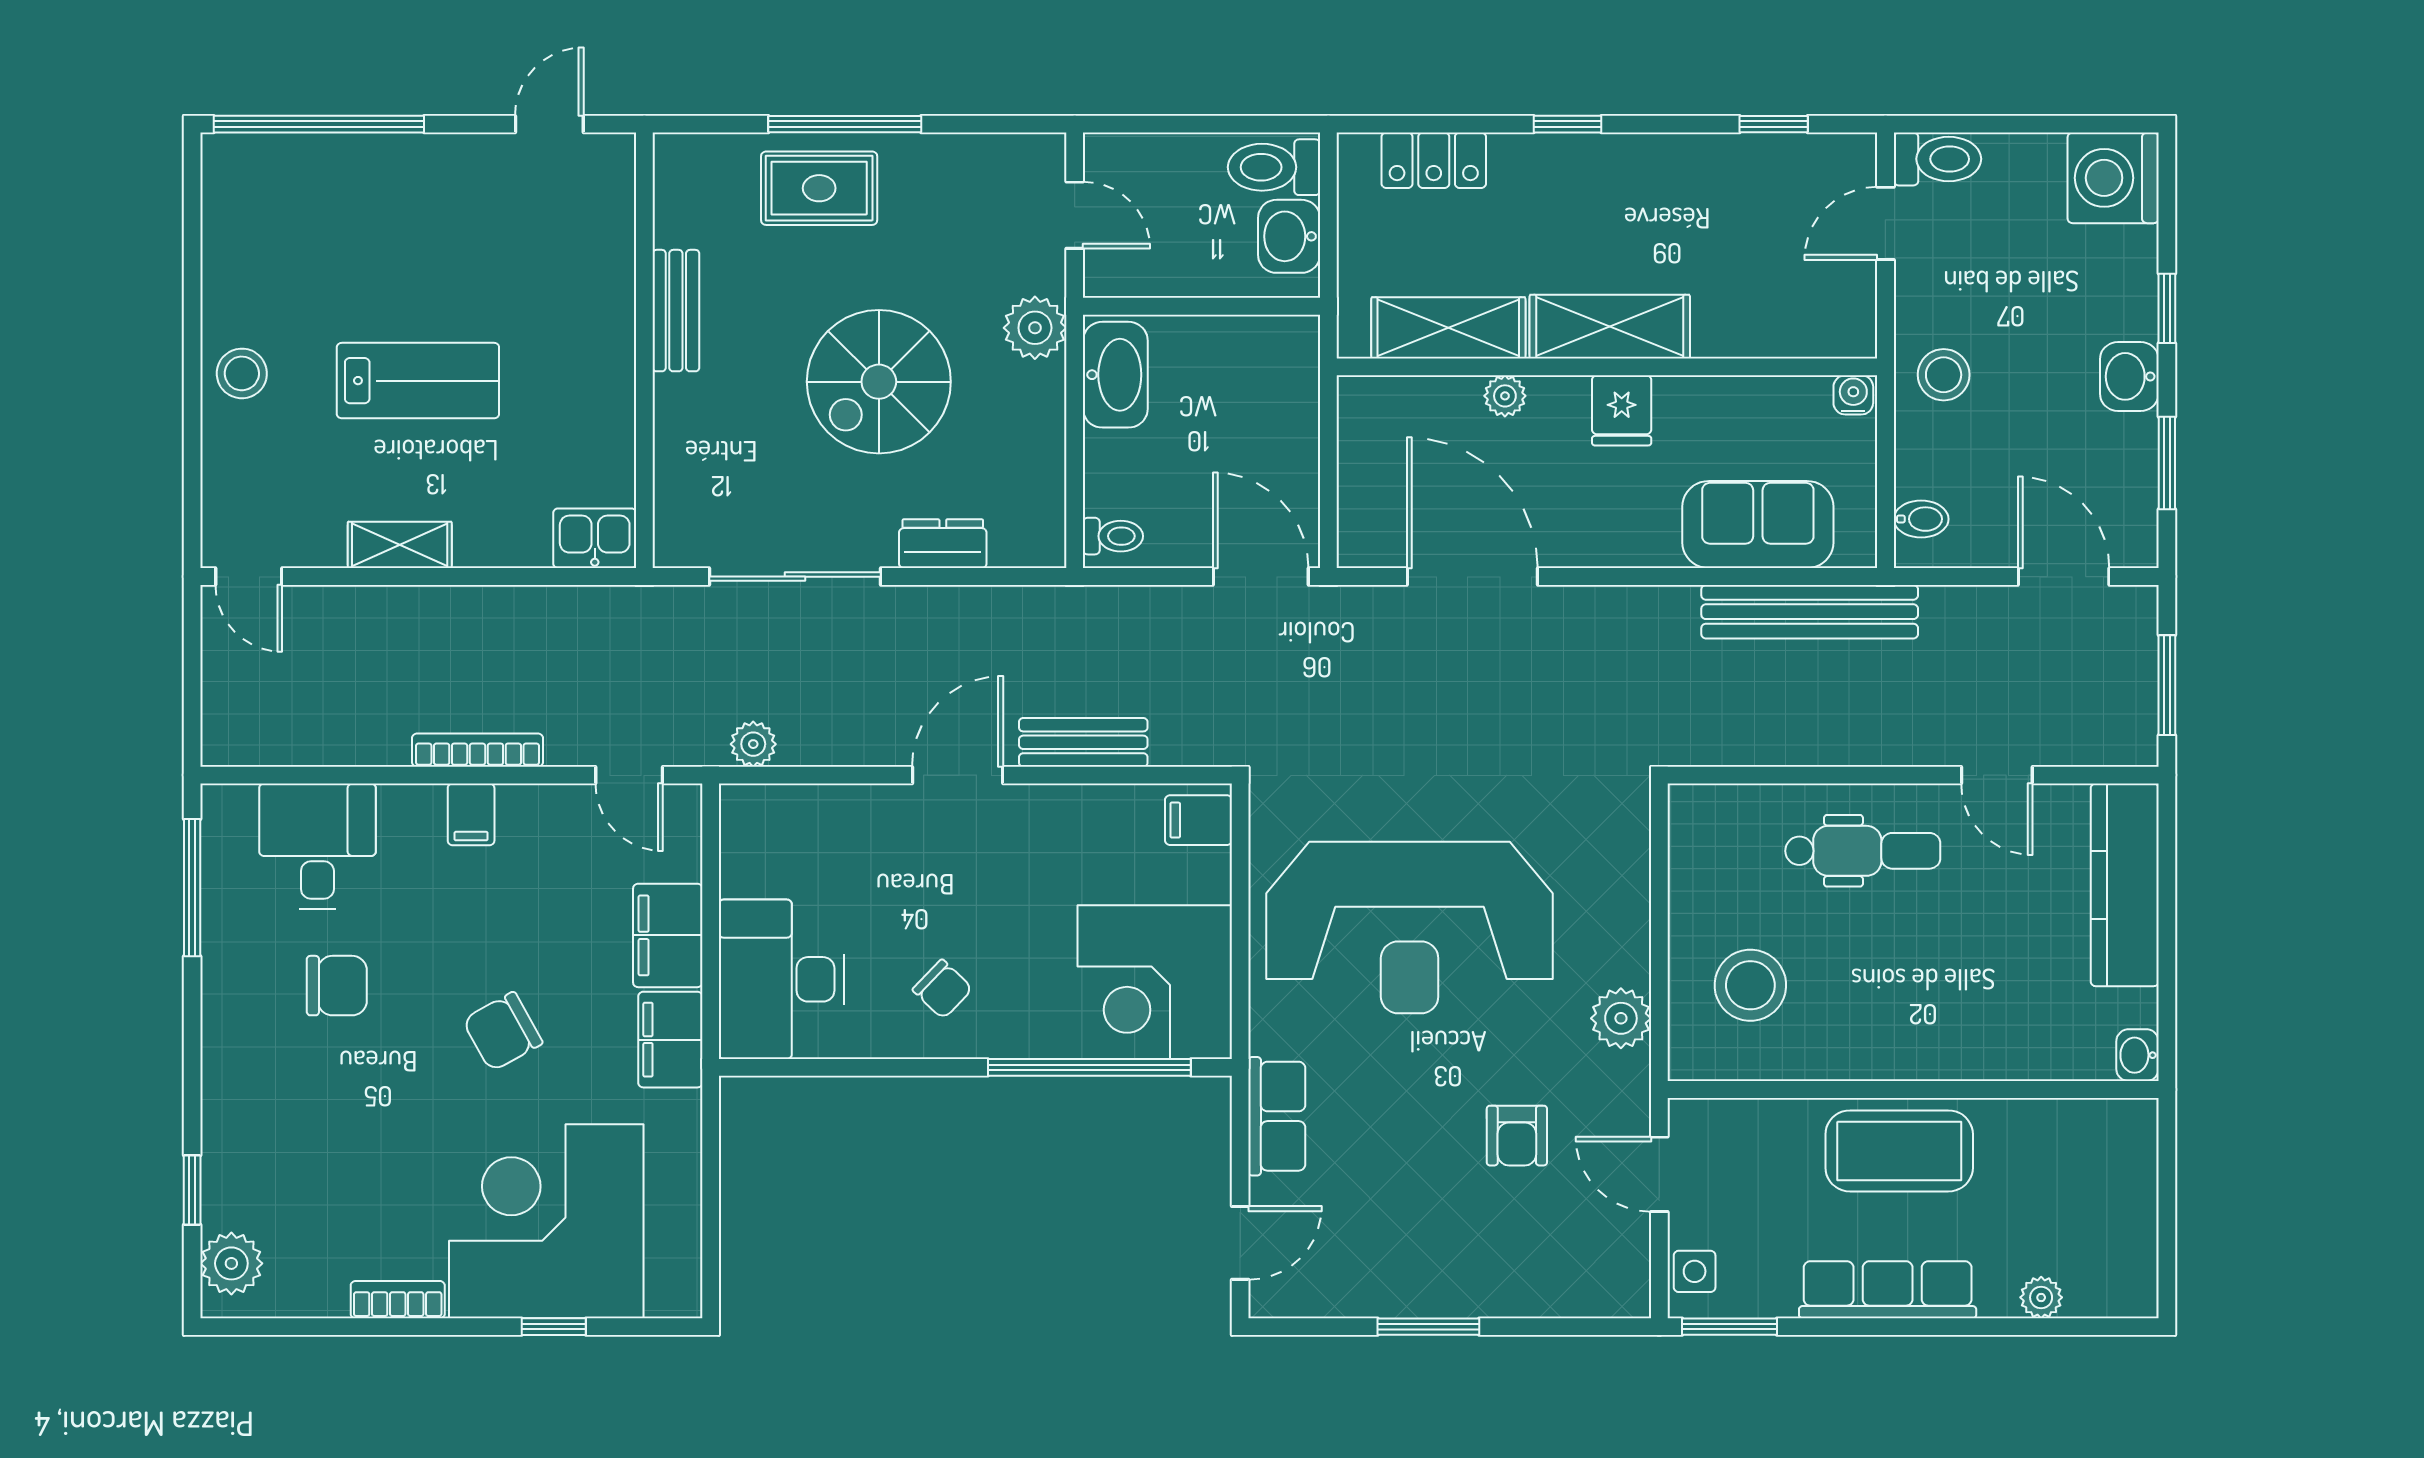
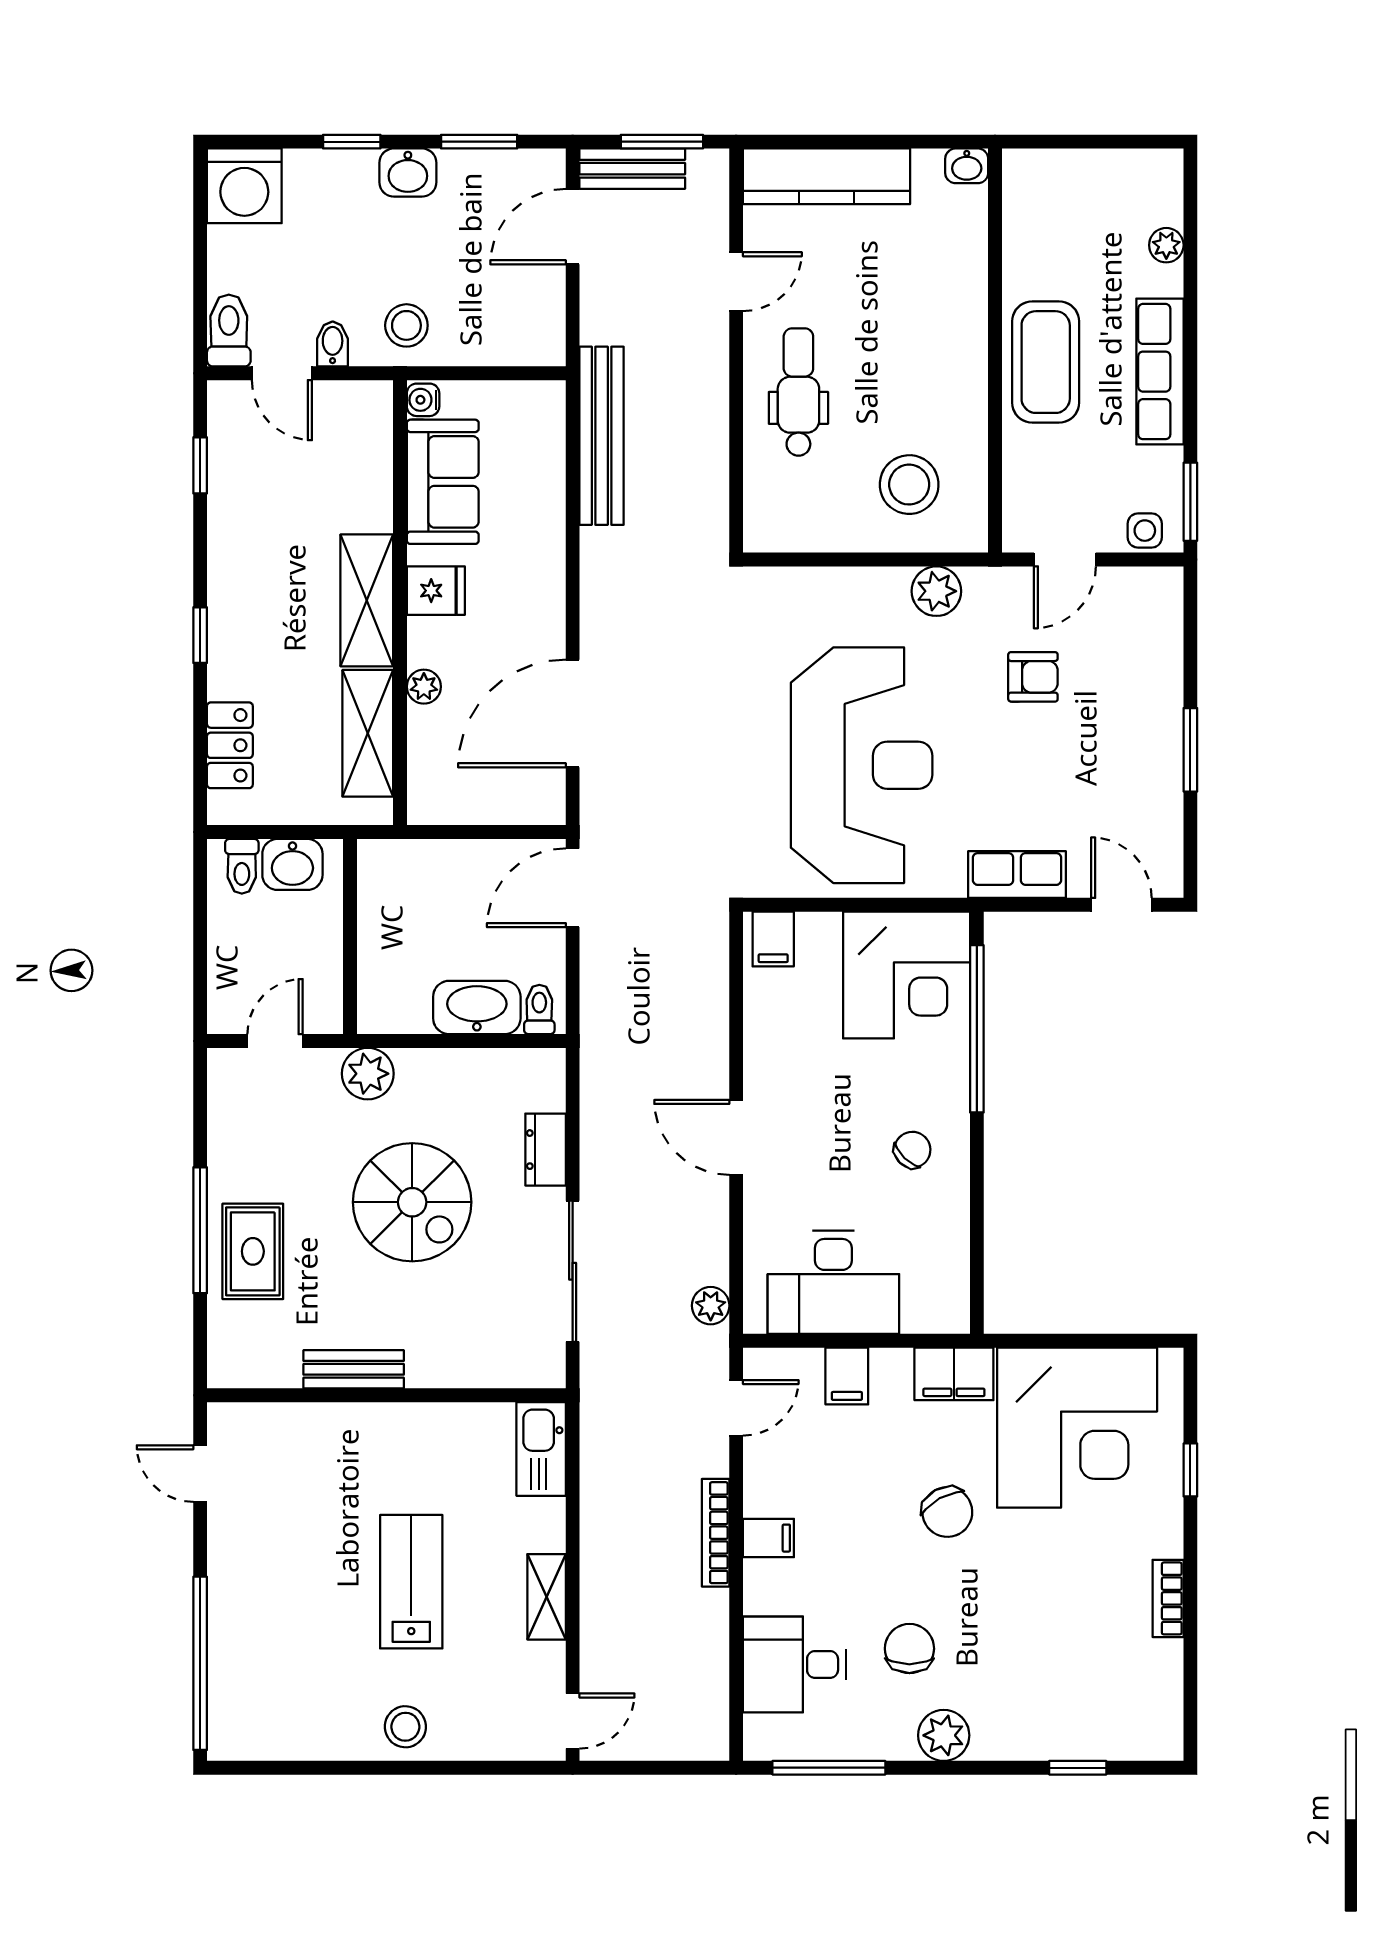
toilet: (1274, 167) -> (242, 866), width x0.73, depth x0.72
washbasin: (1115, 375) -> (477, 1007), moved
bidet: (1921, 519) -> (333, 344), moved
sofa: (1758, 525) -> (443, 482), moved, turned 180
kitchen sink: (595, 538) -> (541, 1449), width x1.38
bench: (1083, 742) -> (632, 169), moved, turned 90
filing cabinet: (668, 935) -> (847, 1376), width x0.50
desk: (782, 979) -> (833, 1282), moved
corner desk: (546, 1221) -> (1077, 1428), moved, turned -90
plant: (231, 1263) -> (944, 1735), moved

